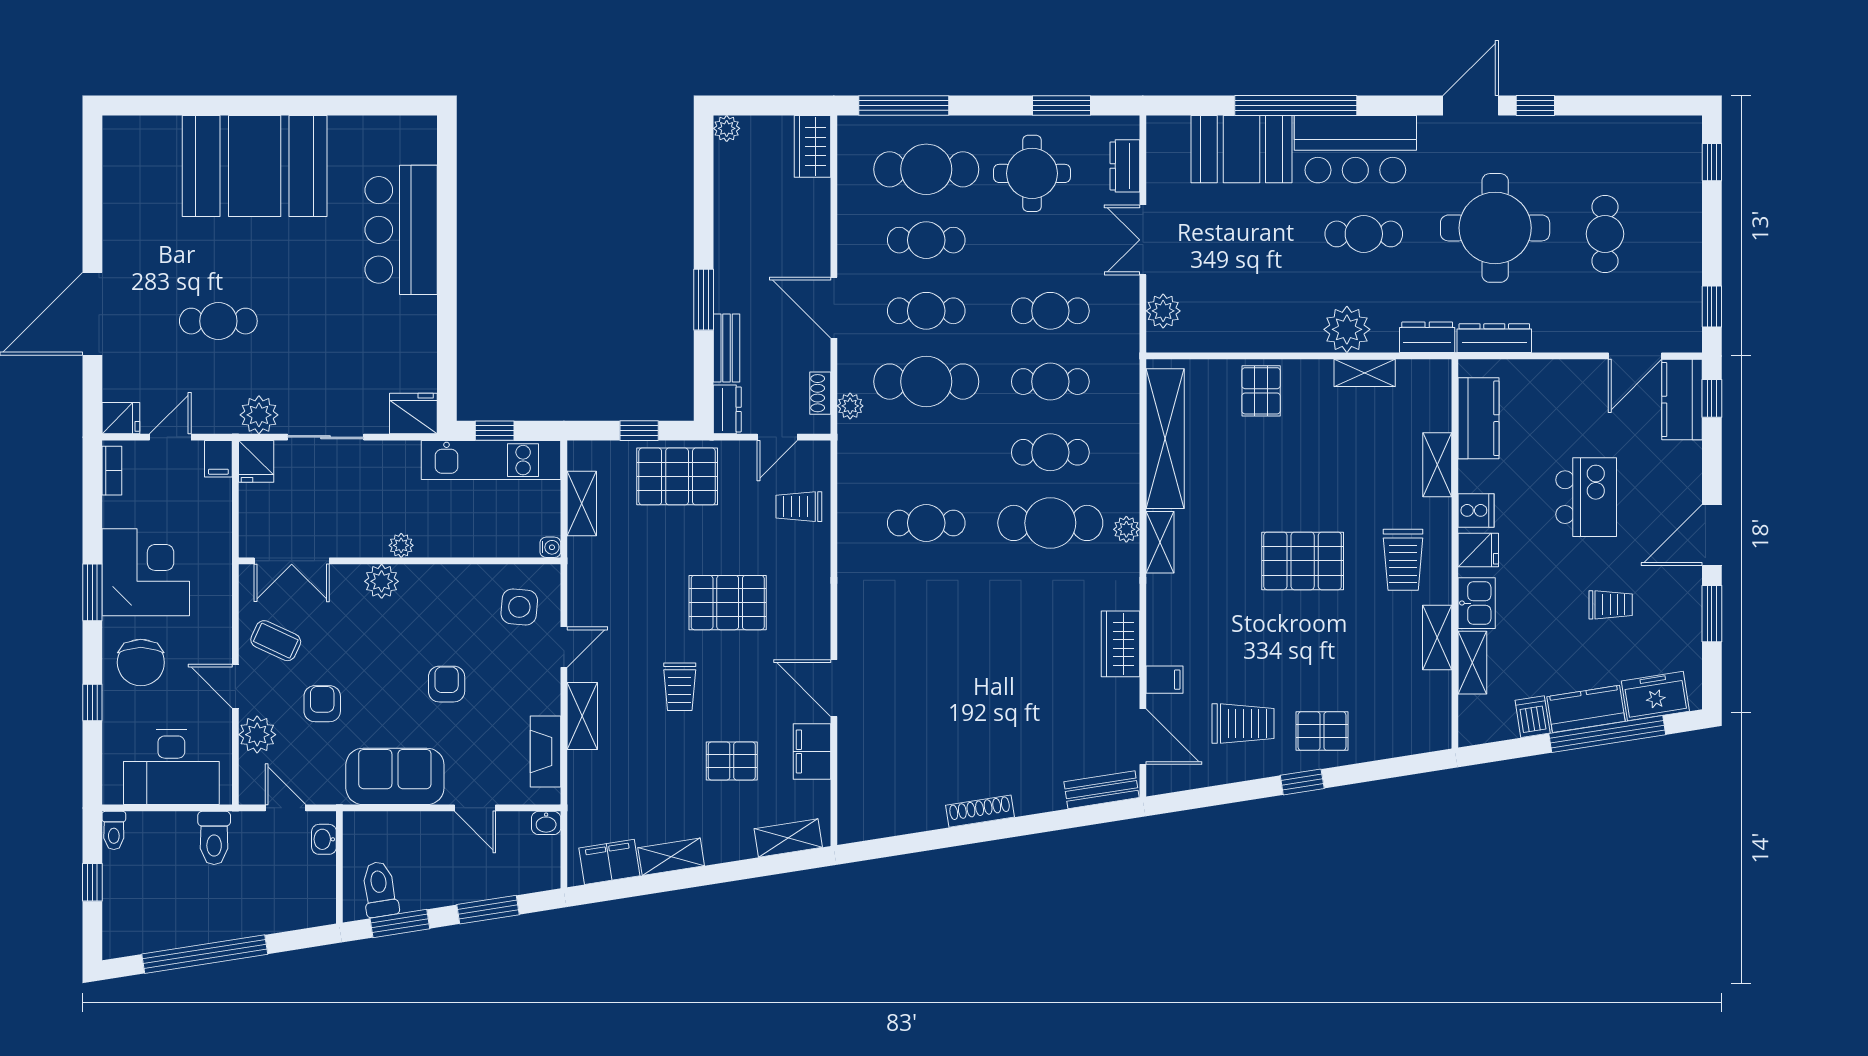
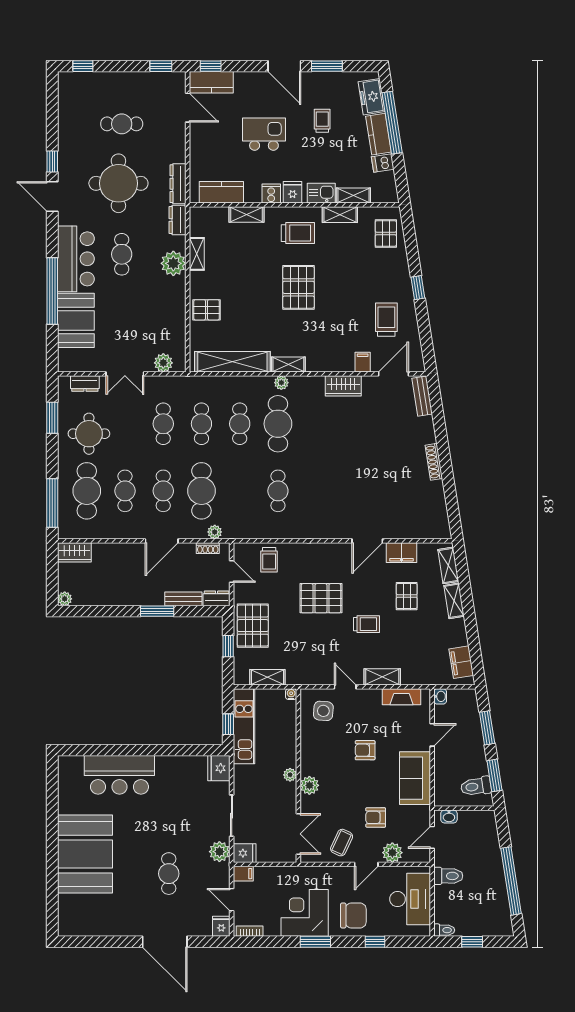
pallet: (728, 603) -> (321, 598), turned 90
pallet: (1322, 731) -> (386, 234), moved
shelving: (671, 857) -> (454, 601), moved

